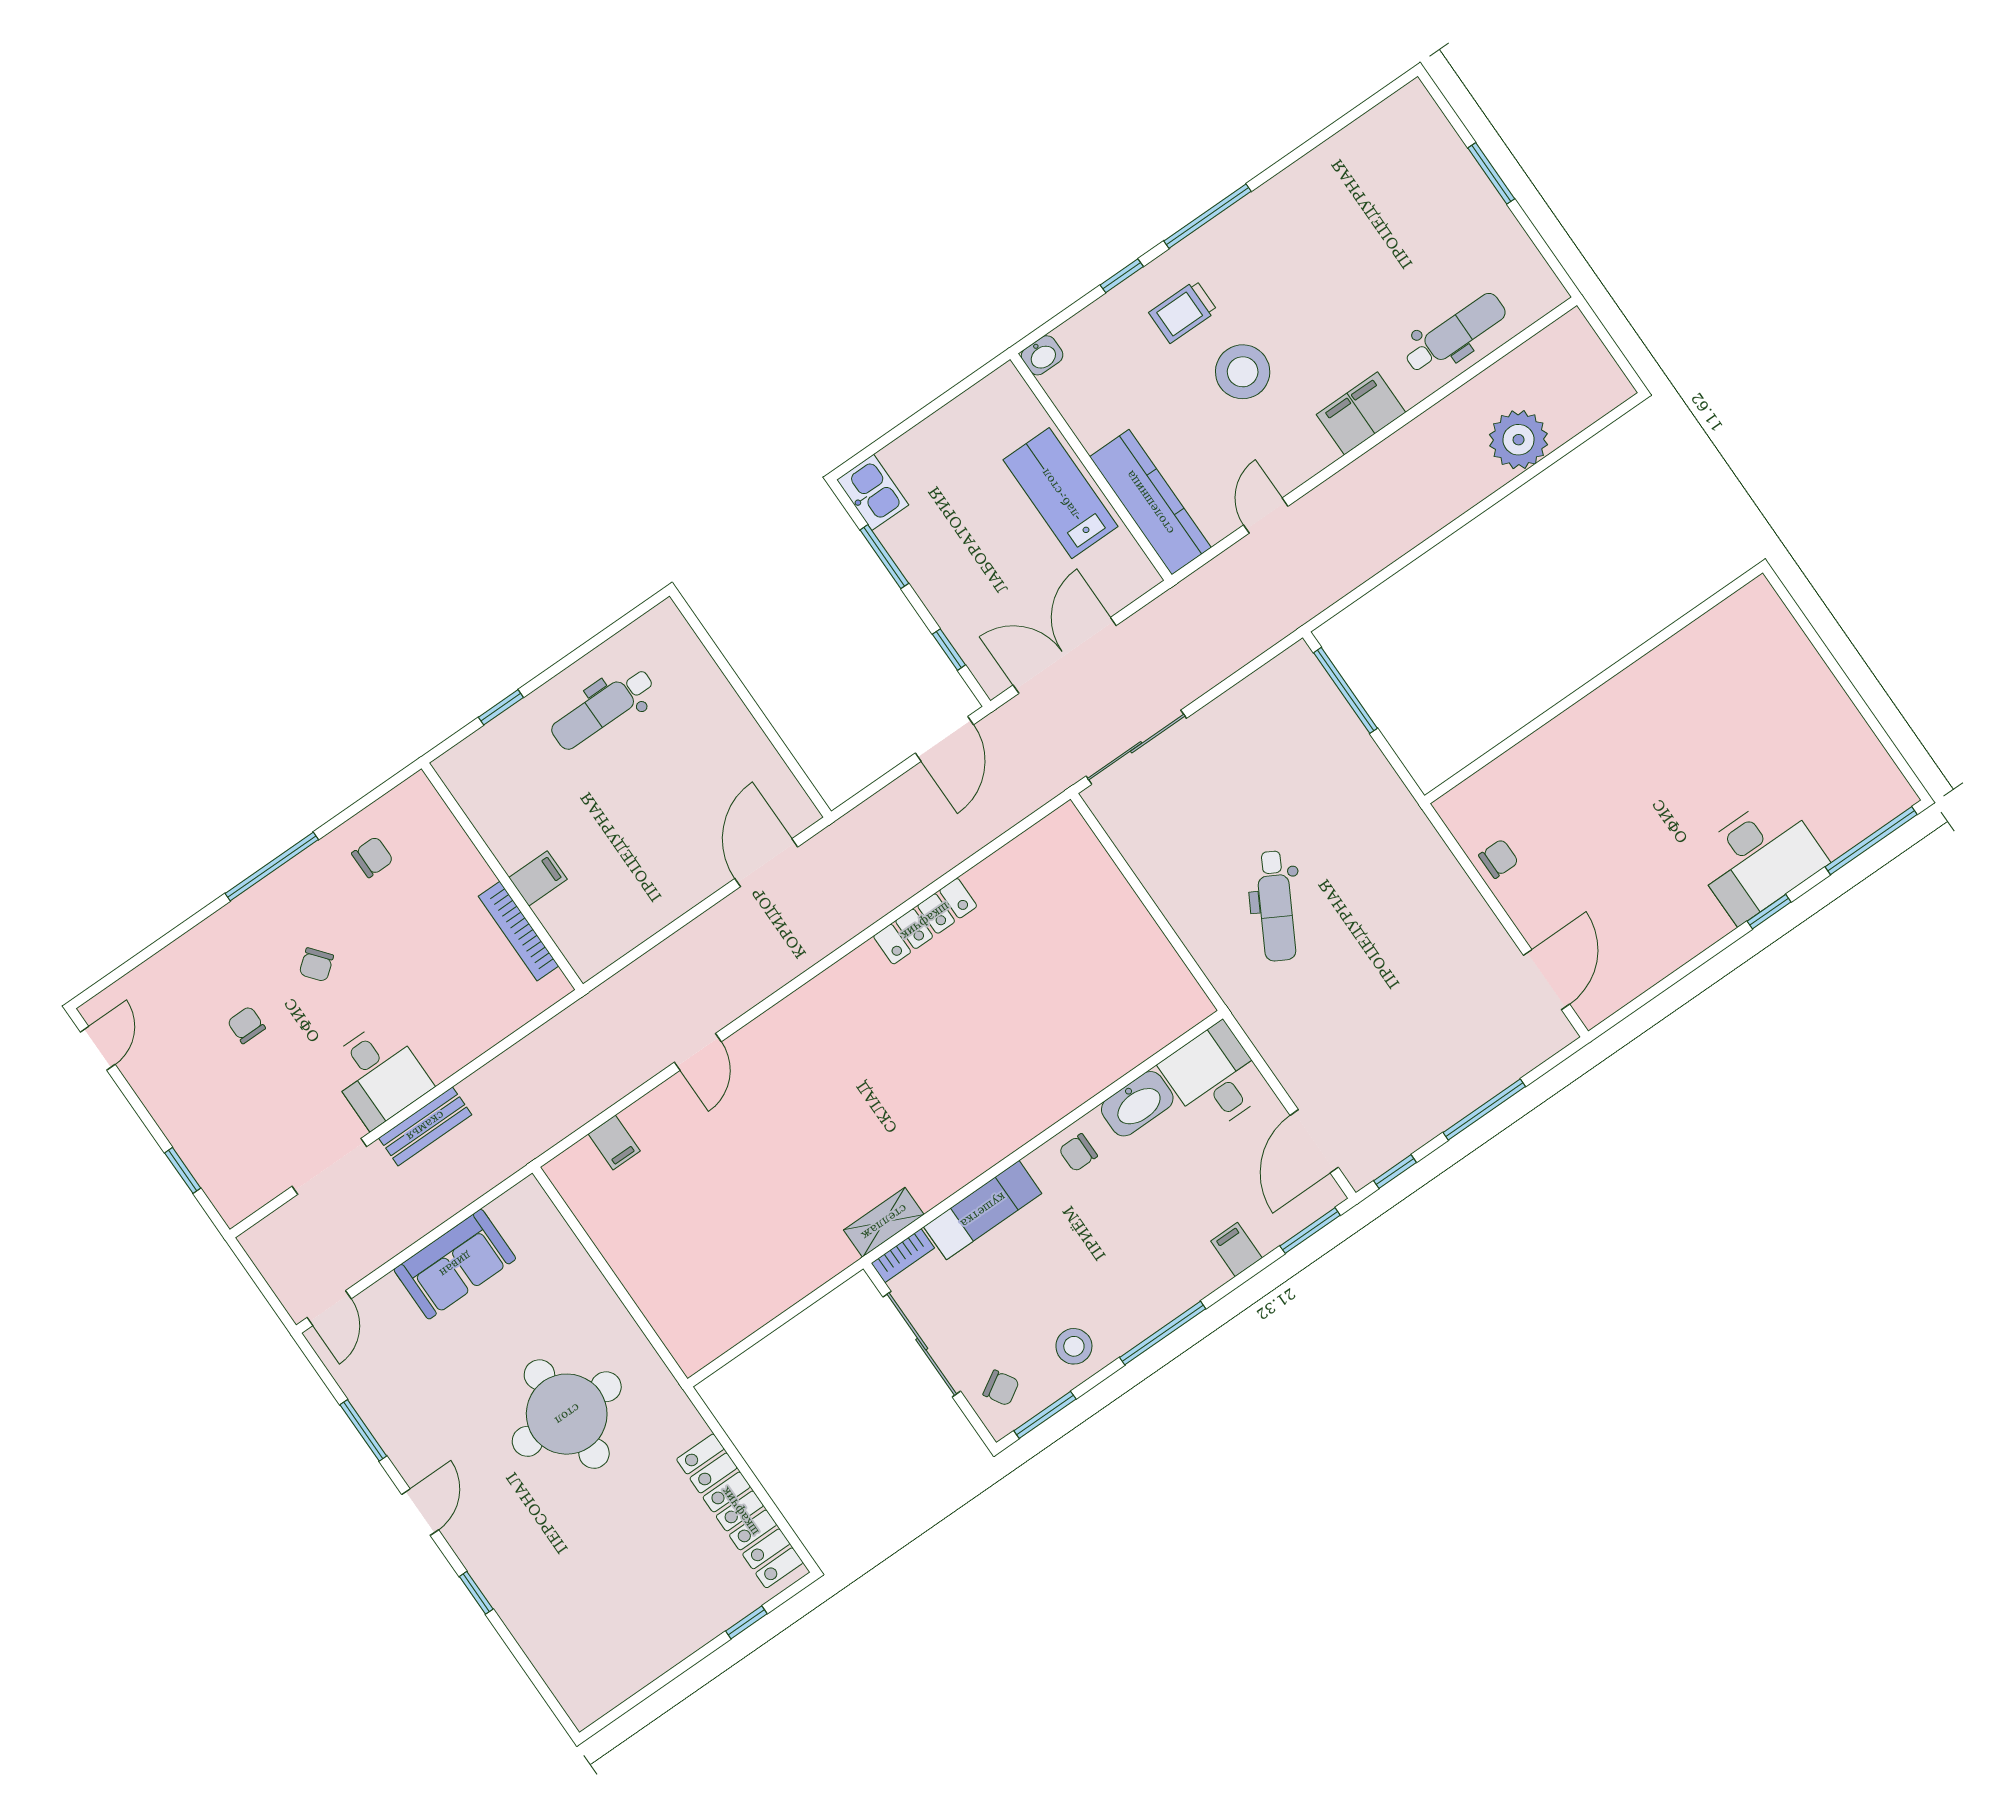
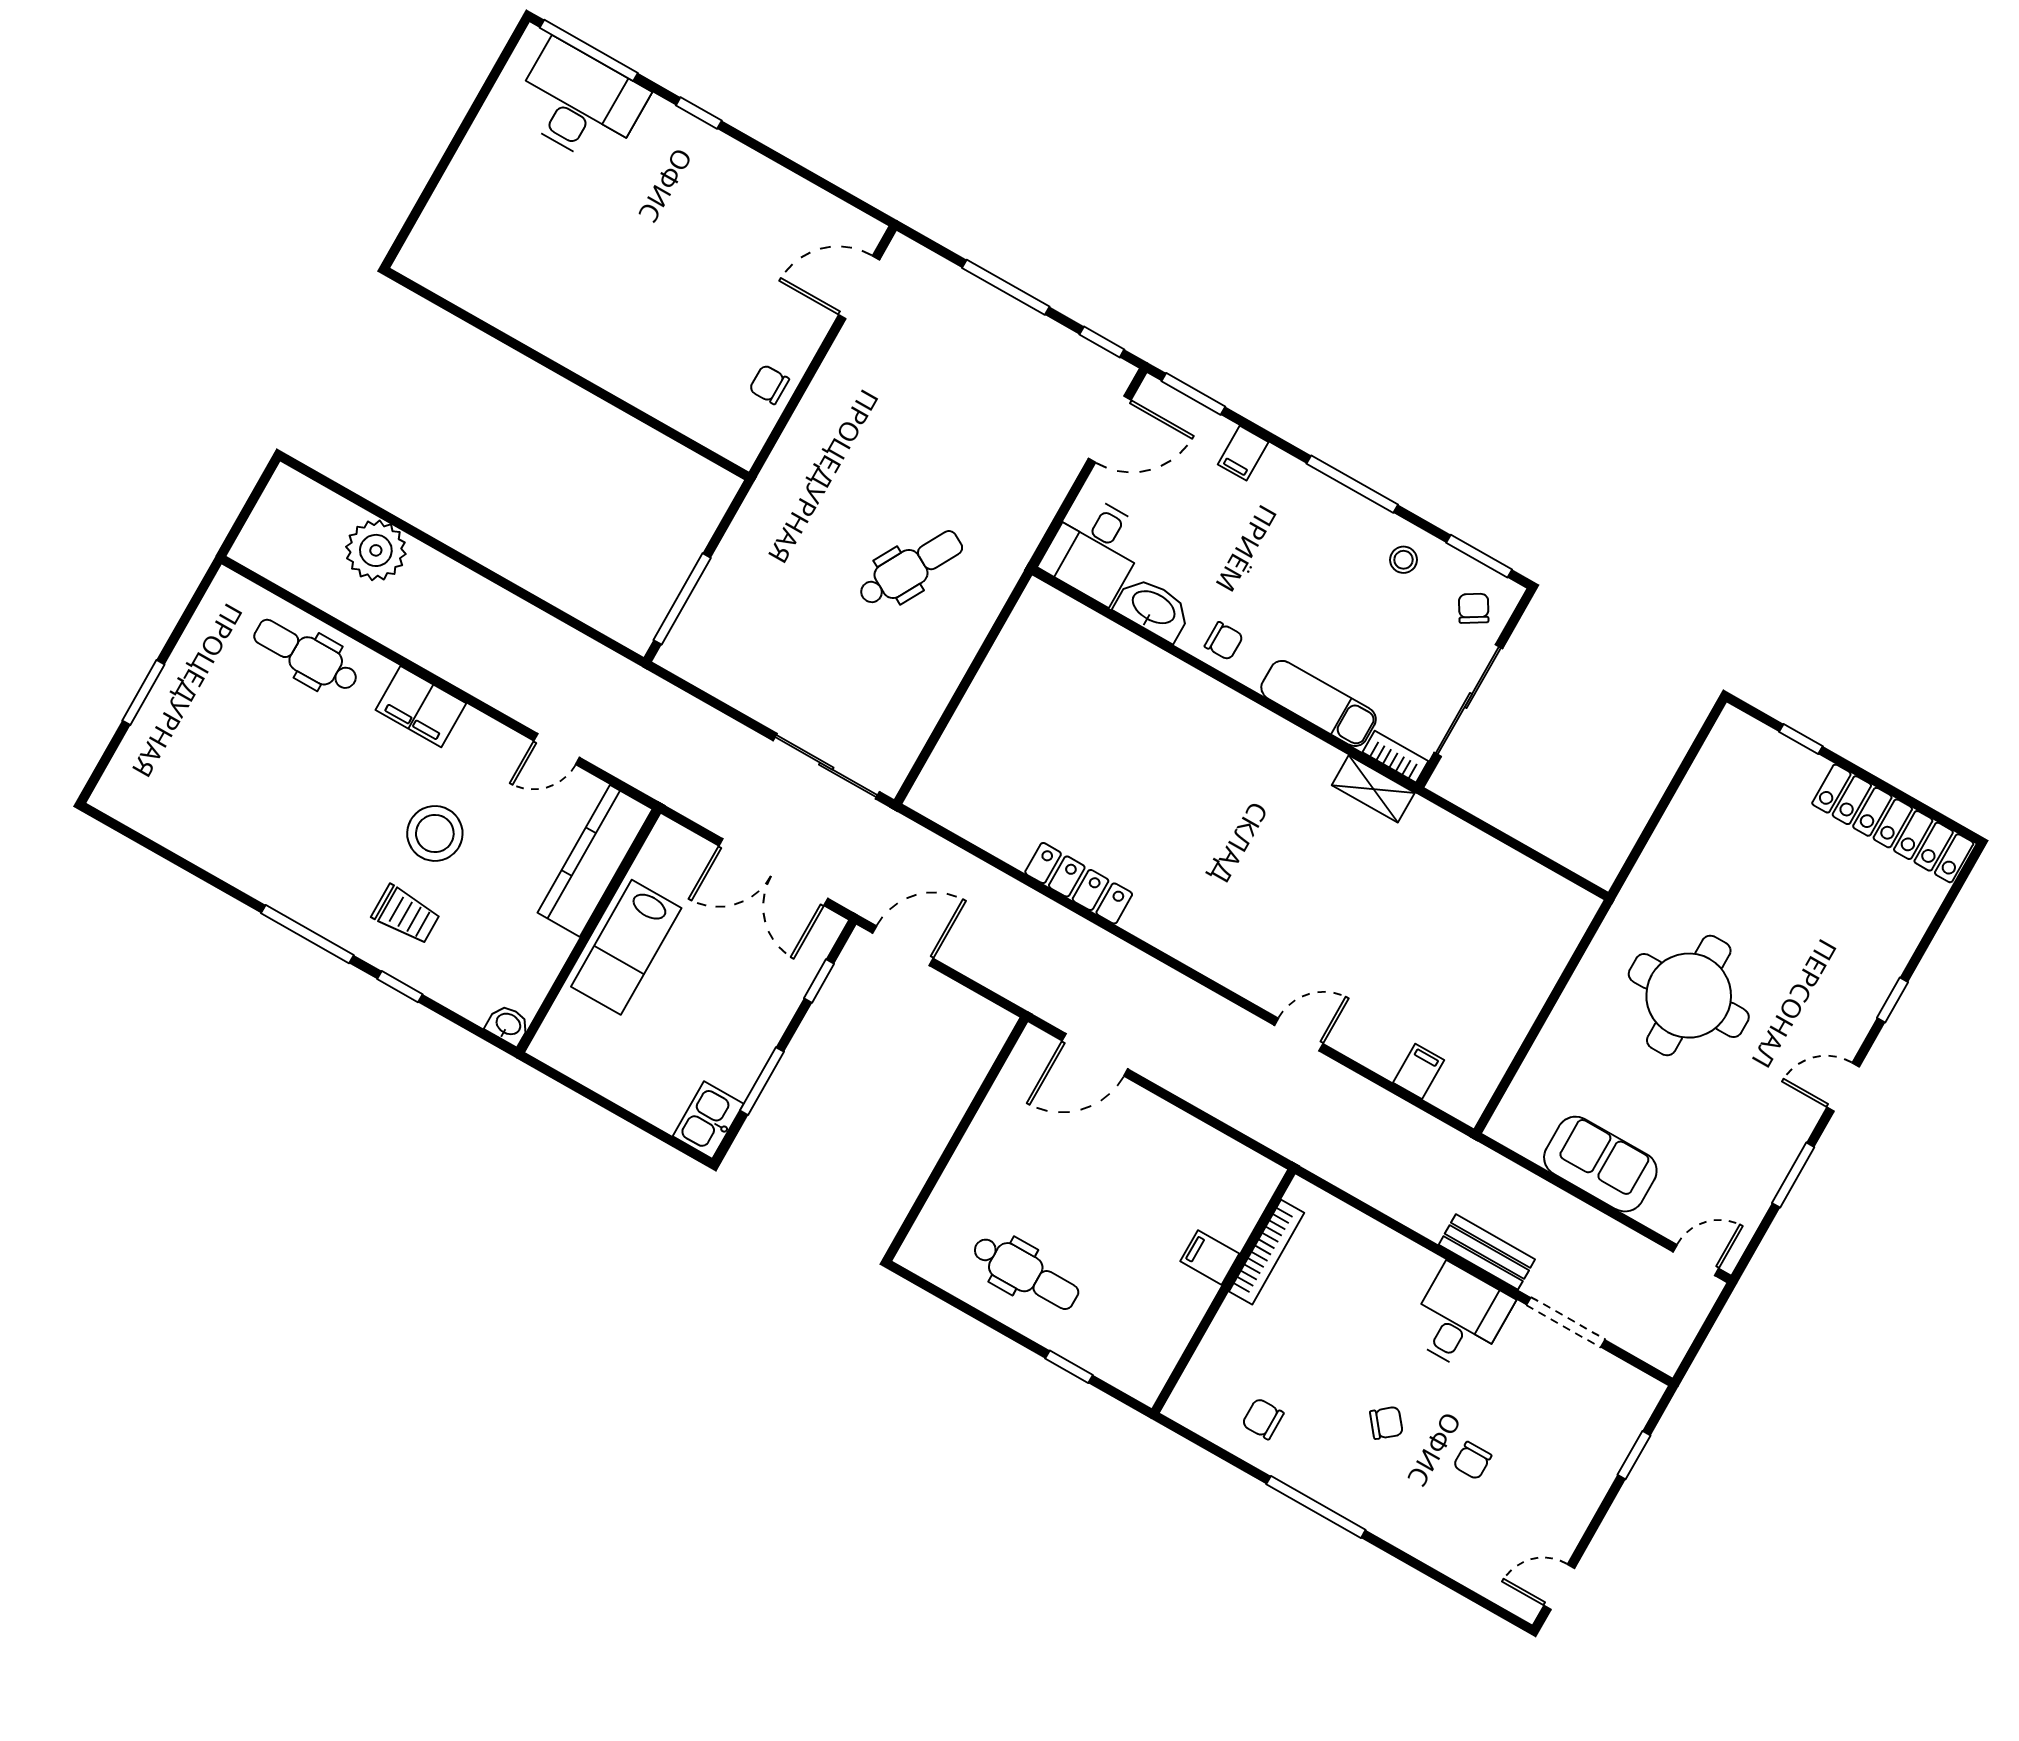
desk: (1759, 859) -> (580, 103), moved
stool: (1074, 1346) -> (1403, 560), width x0.73, depth x0.73
locker: (740, 1511) -> (1893, 823), moved, turned 90

